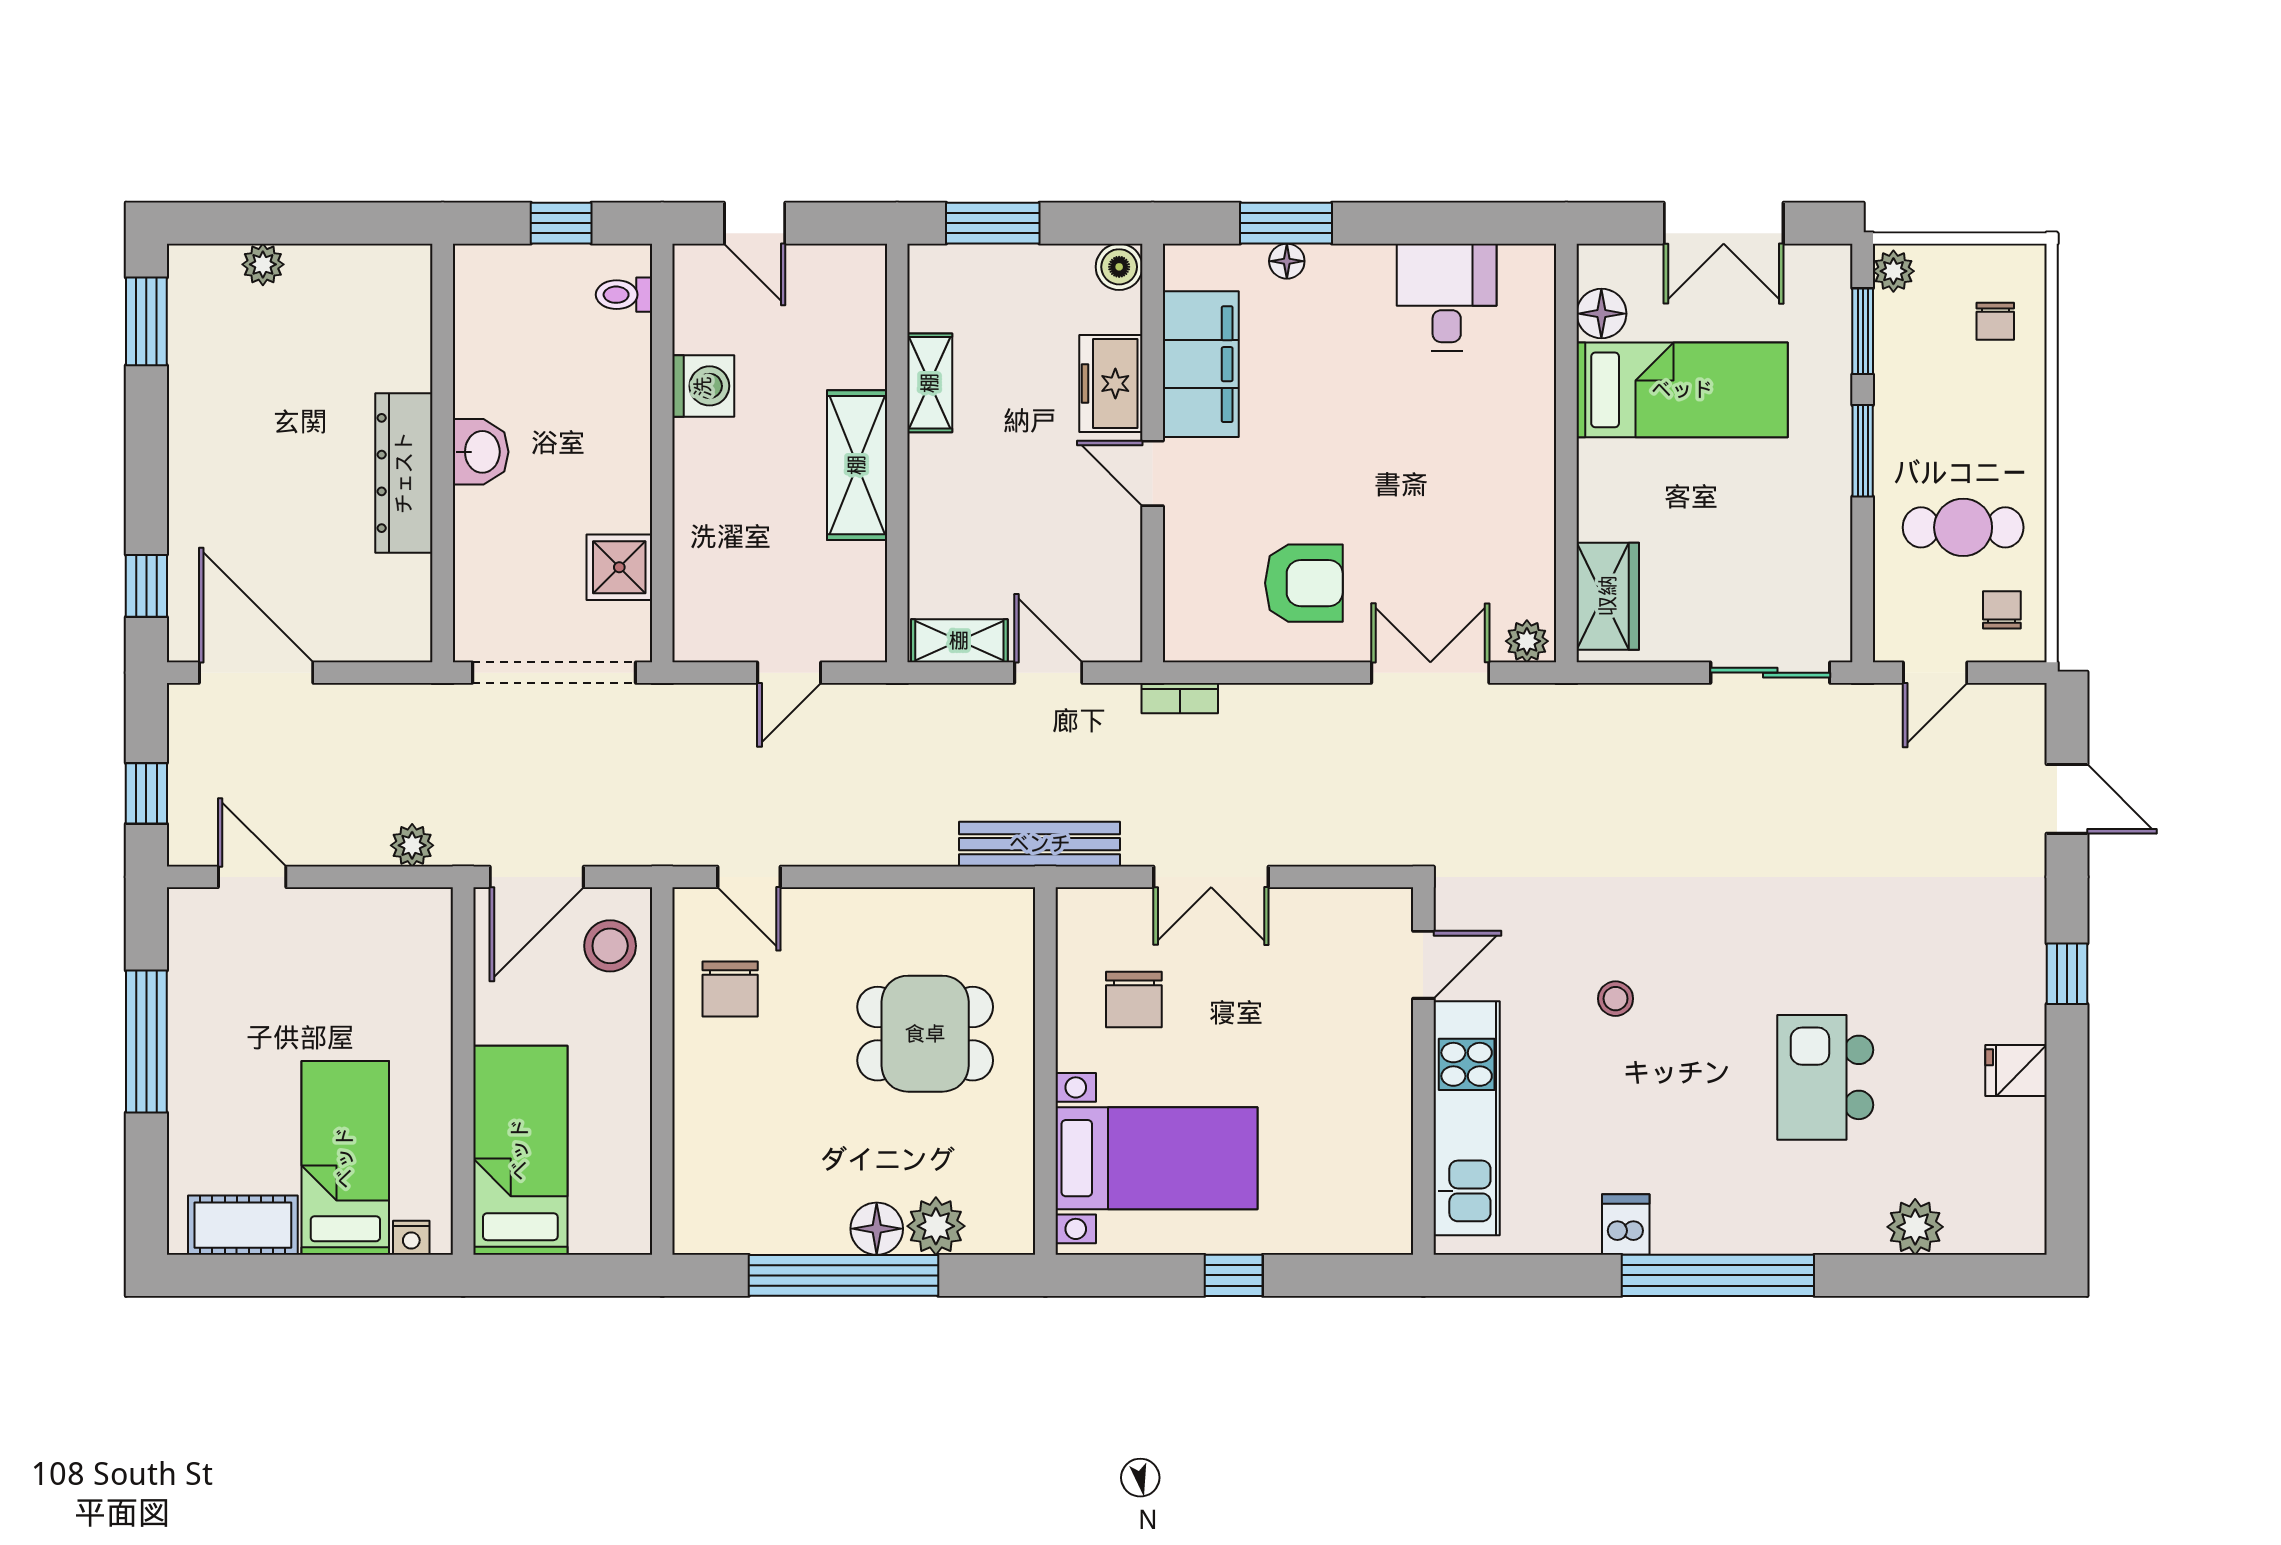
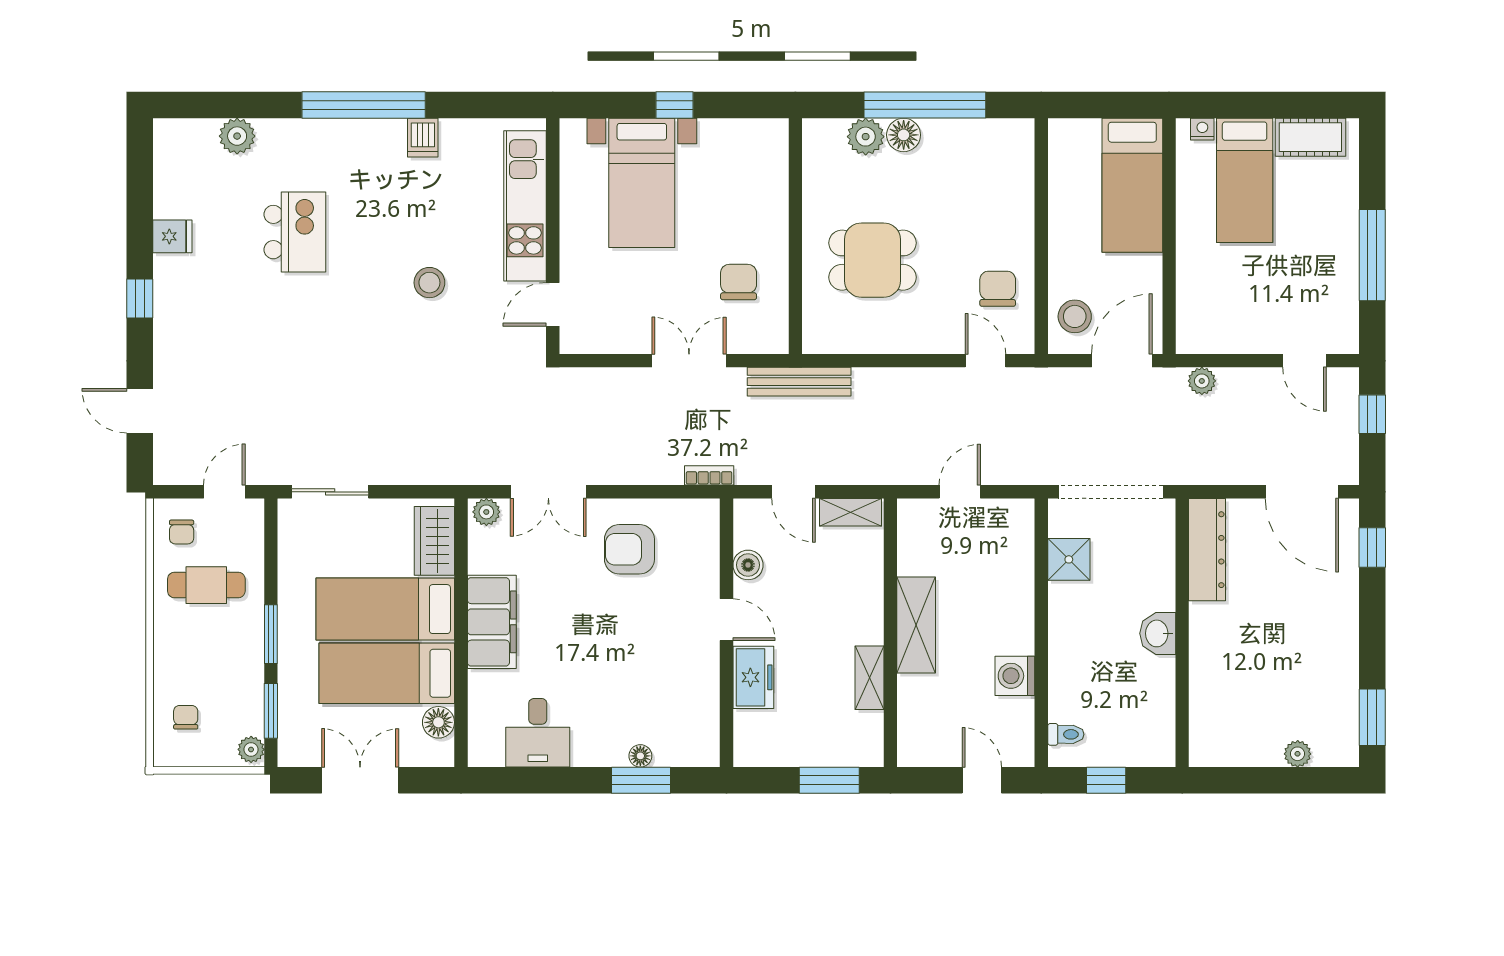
boiler: (1119, 267) -> (748, 565), moved
filing cabinet: (1201, 364) -> (492, 622), moved, turned 180
dresser: (404, 473) -> (1207, 550), moved
bed: (1684, 490) -> (385, 609), added
stool: (1616, 999) -> (429, 283), width x1.37, depth x1.37
bed with nightstands: (1156, 1158) -> (642, 183), moved, turned -90

